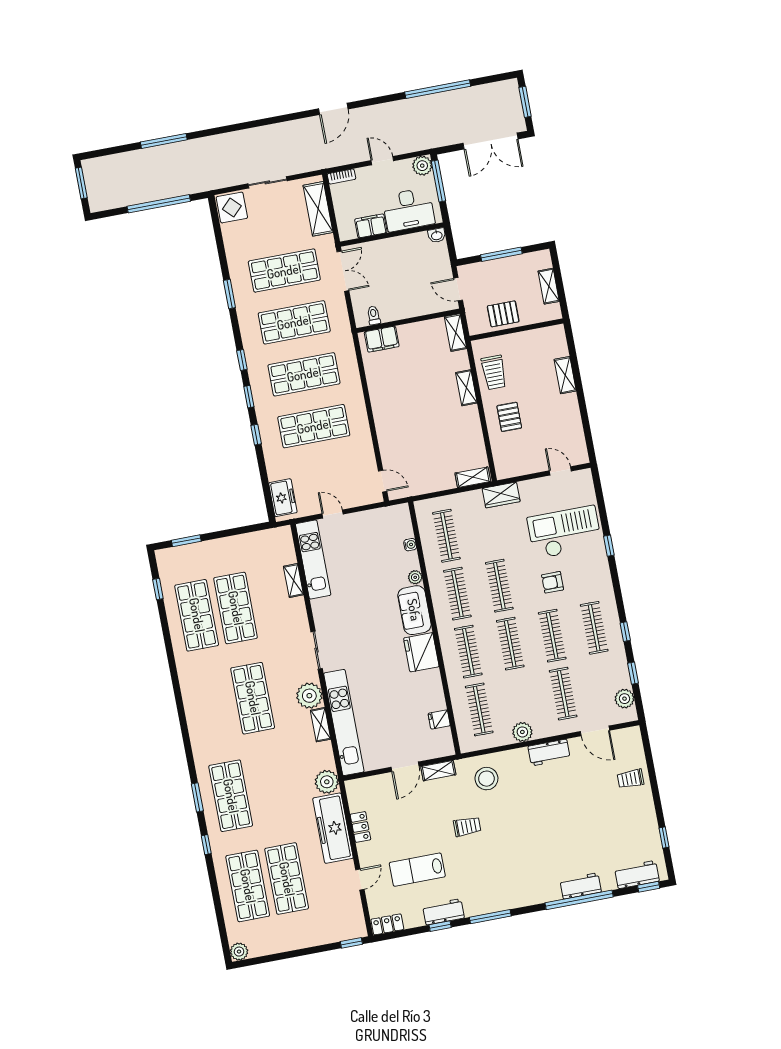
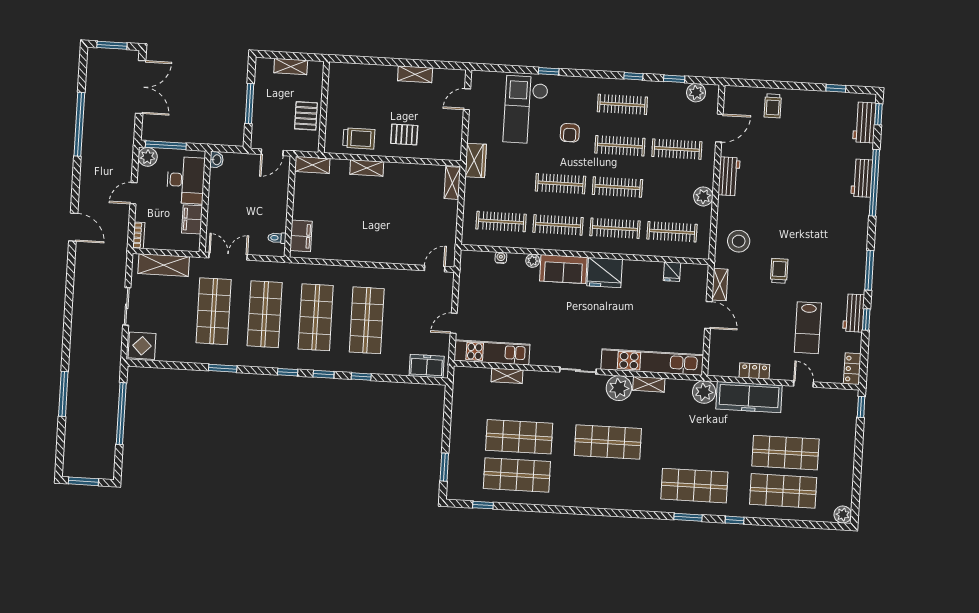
shelving: (565, 375) -> (415, 74), moved

